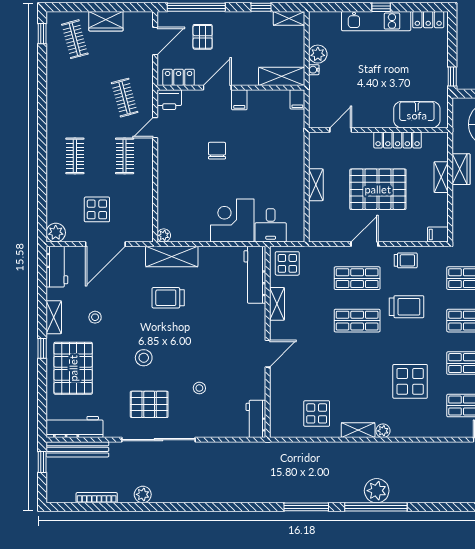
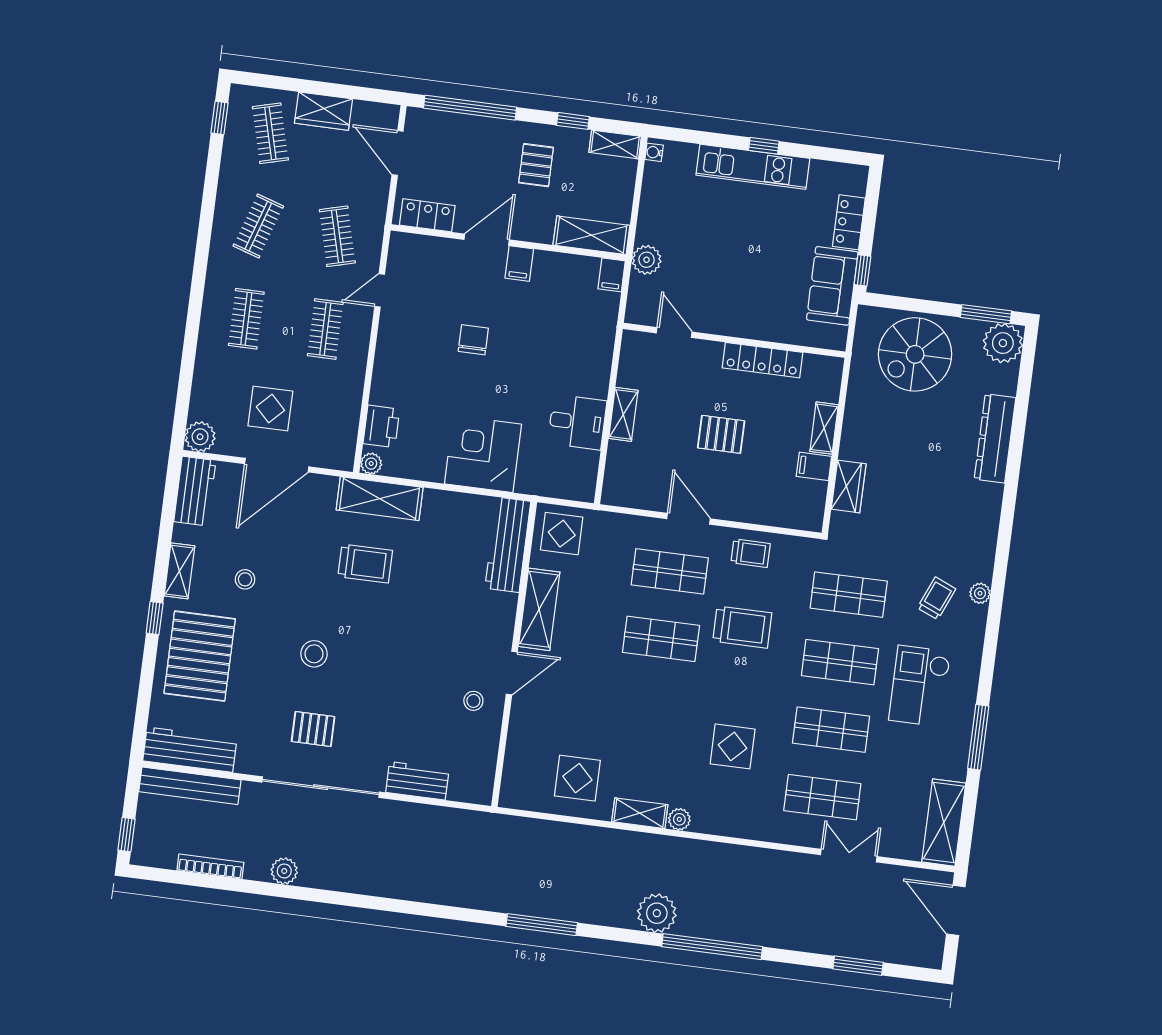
locker: (428, 20) -> (849, 222), moved, turned 90
pallet: (203, 37) -> (536, 165), moved
door: (155, 41) -> (398, 153), swing flipped
plant: (318, 54) -> (647, 260), moved
water cooler: (314, 70) -> (654, 152), moved
clothes rail: (75, 98) -> (258, 226), added
printer: (169, 100) -> (381, 426), moved, turned -90
sofa: (417, 115) -> (832, 286), moved, turned -90
door: (341, 130) -> (674, 332), hinge flipped
wardrobe: (461, 169) -> (849, 487), moved
pallet: (378, 189) -> (721, 434), width x0.49, depth x0.50
desk: (271, 225) -> (577, 422), moved, turned -90
filing cabinet: (438, 234) -> (814, 466), moved
door: (364, 244) -> (688, 519), hinge flipped
trolley: (168, 298) -> (365, 564), turned 180
shelving: (277, 304) -> (539, 609), width x1.50, depth x1.33
display table: (410, 381) -> (733, 746), width x0.73, depth x0.73
stool: (199, 388) -> (473, 701), moved
pallet: (149, 404) -> (313, 729), width x0.67, depth x0.71
workbench: (256, 419) -> (417, 781), moved, turned 90
window: (42, 462) -> (126, 835), moved
window: (376, 507) -> (712, 947), moved

